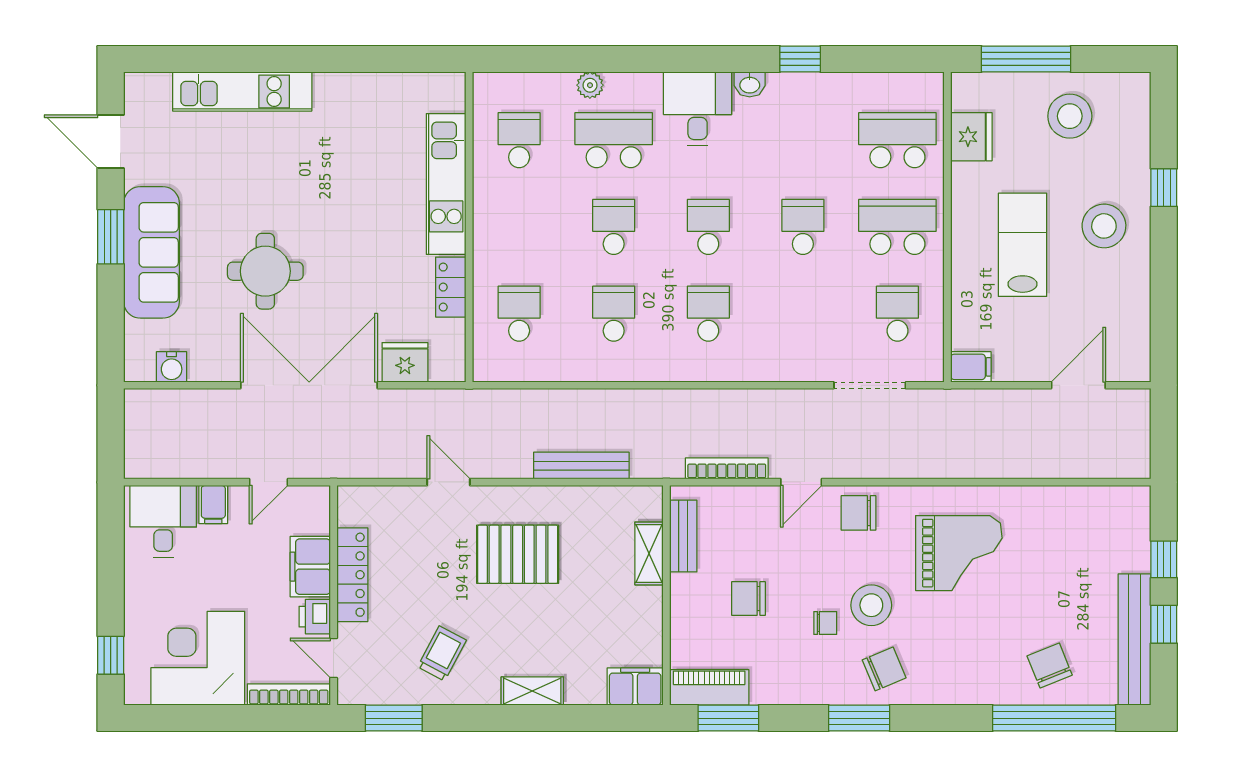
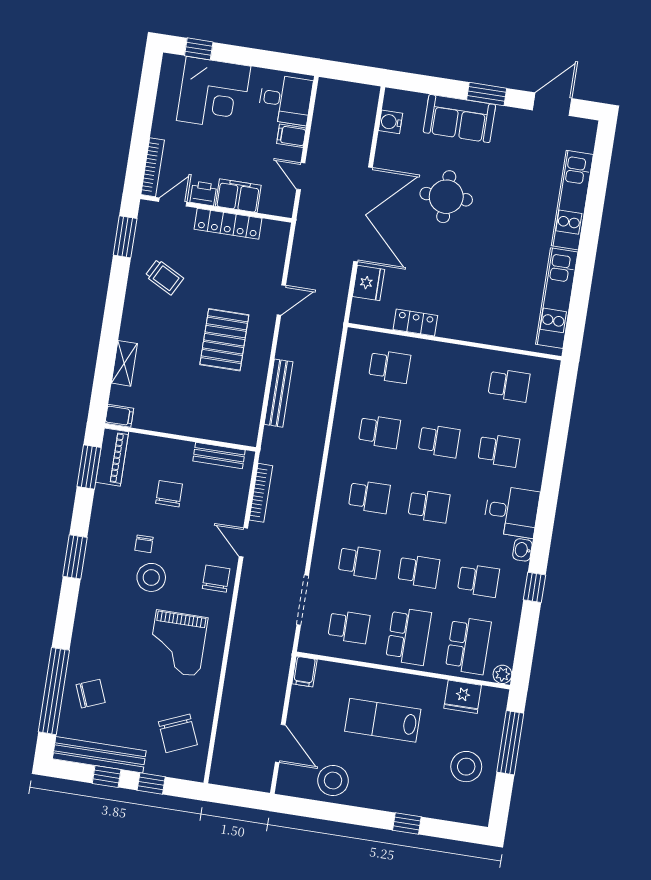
plant: (590, 85) -> (502, 674), moved
school desk: (614, 140) -> (499, 450), width x0.54
school desk: (803, 140) -> (478, 580), added
kitchen unit: (446, 184) -> (557, 298), moved, turned -90
stool: (1104, 226) -> (333, 780), moved
lab bench: (1022, 245) -> (383, 720), turned 180
sofa: (151, 252) -> (459, 119), width x0.73
school desk: (803, 314) -> (359, 562), added
shelving: (649, 553) -> (211, 430), removed
corner desk: (198, 658) -> (214, 93), moved, turned 90
chair: (884, 669) -> (178, 733), moved, width x1.37, depth x1.37
filing cabinet: (635, 686) -> (119, 416), width x0.50
shelving: (532, 691) -> (124, 363), moved

